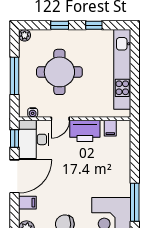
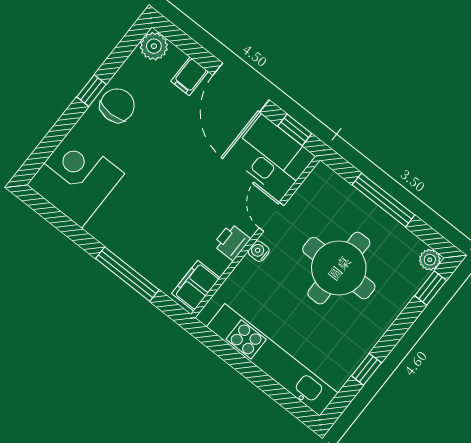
window: (60, 25) -> (431, 288), moved
water cooler: (33, 113) -> (259, 251), moved
filing cabinet: (110, 128) -> (196, 286), width x2.00
printer: (85, 131) -> (232, 242), width x0.53, depth x0.68
window: (135, 202) -> (127, 274), moved

